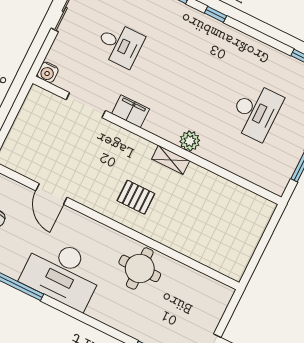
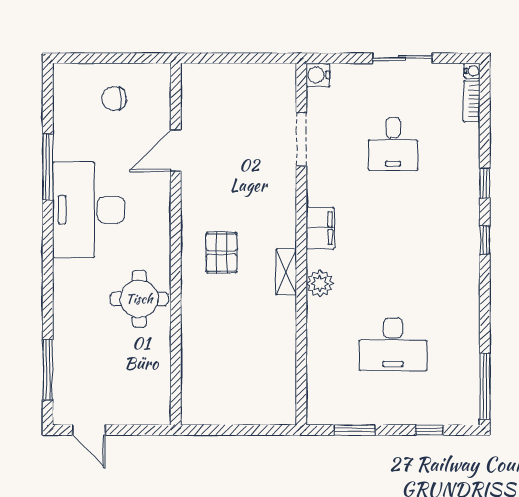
filing cabinet: (131, 111) -> (320, 228), moved

